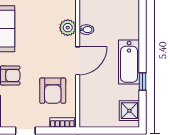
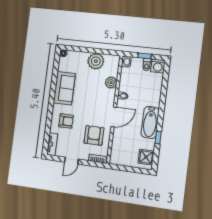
plant: (68, 28) -> (111, 83), moved
armchair: (53, 91) -> (94, 135), turned 180

